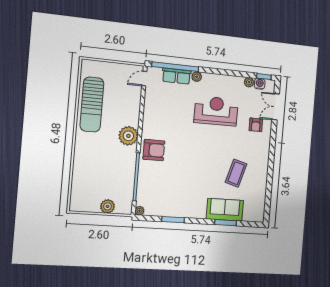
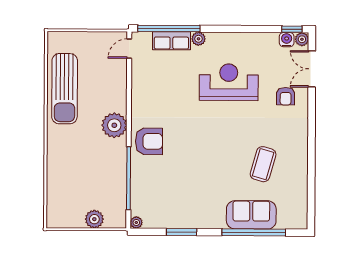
plant: (249, 82) -> (302, 39), moved
window: (226, 223) -> (254, 232), width x2.11

